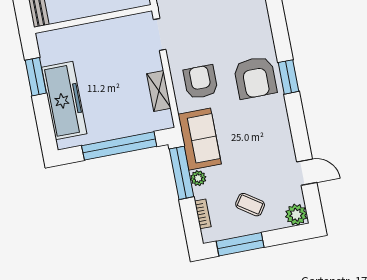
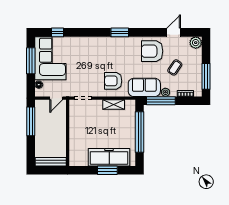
window: (36, 77) -> (107, 170), moved
armchair: (255, 77) -> (152, 51), moved, turned 180
coffee table: (250, 205) -> (175, 67), moved

